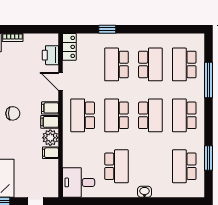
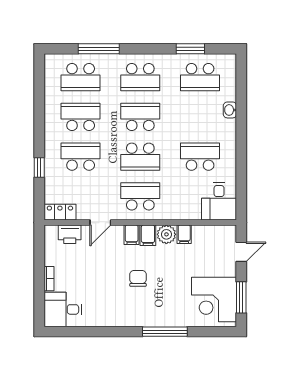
school desk: (117, 64) -> (81, 157), turned 180
school desk: (83, 115) -> (140, 196), turned 180
washbasin: (145, 192) -> (230, 110), moved

